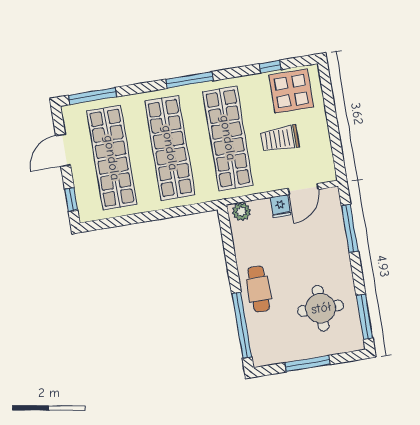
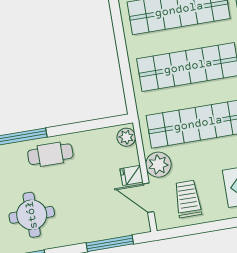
trolley: (280, 139) -> (188, 199), moved
plant: (269, 179) -> (158, 165), added

